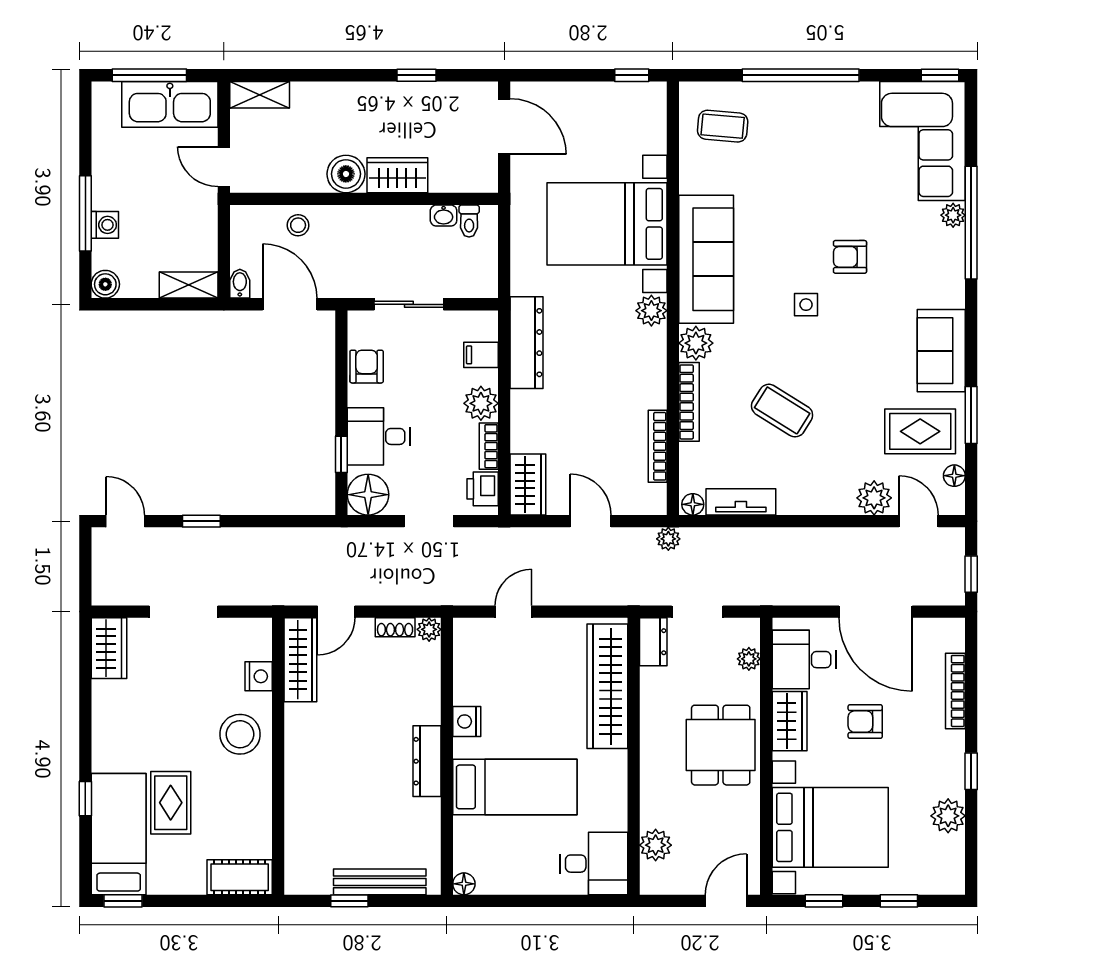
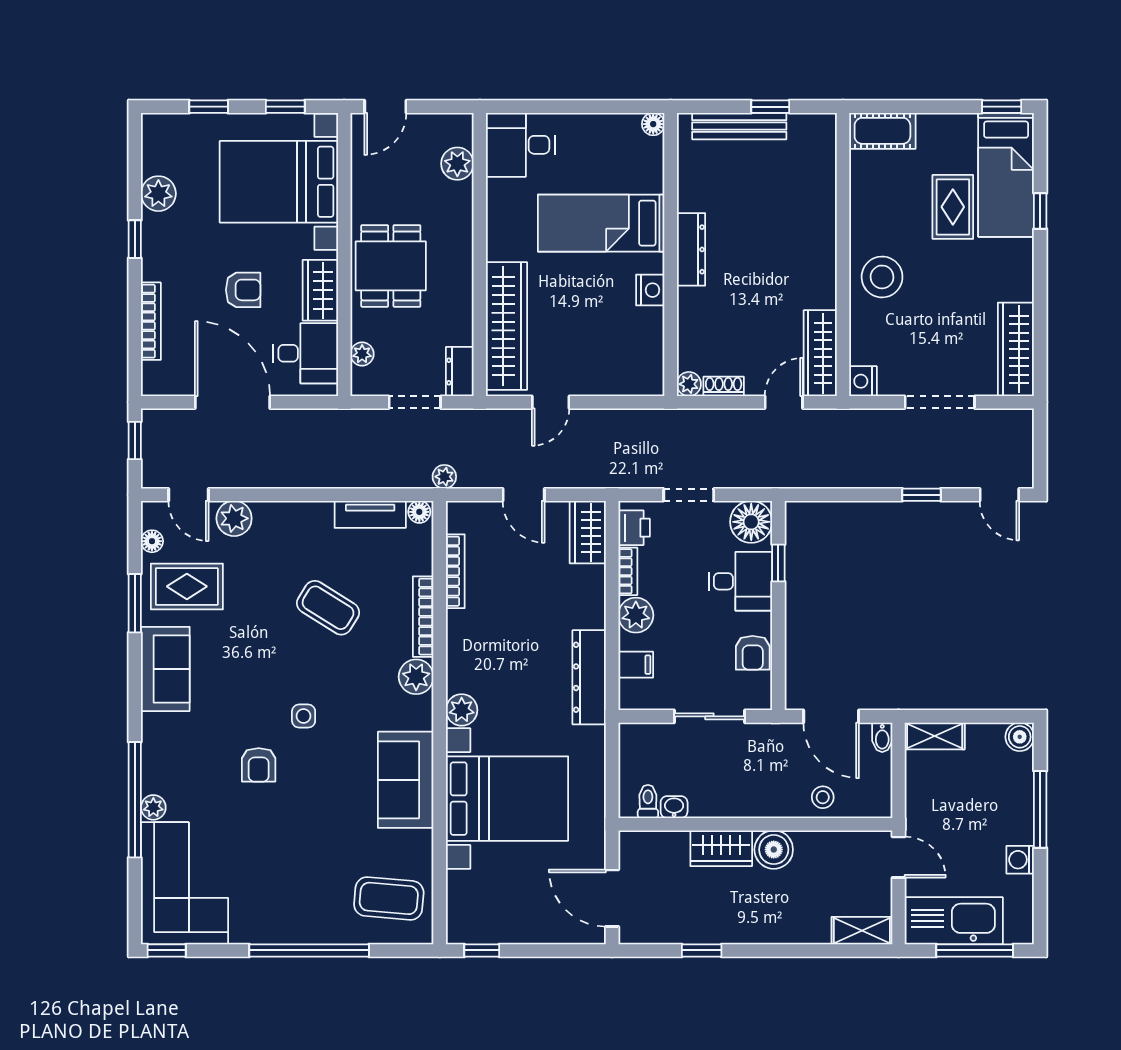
coffee table: (723, 126) -> (389, 898), width x1.36, depth x1.30
washing machine: (105, 225) -> (1020, 860), moved
armchair: (850, 257) -> (259, 765), turned 90
sofa: (706, 259) -> (406, 780), width x0.73
door: (513, 612) -> (551, 402), moved
wardrobe: (109, 648) -> (1016, 349), width x1.50
nightstand: (259, 676) -> (863, 381), moved

